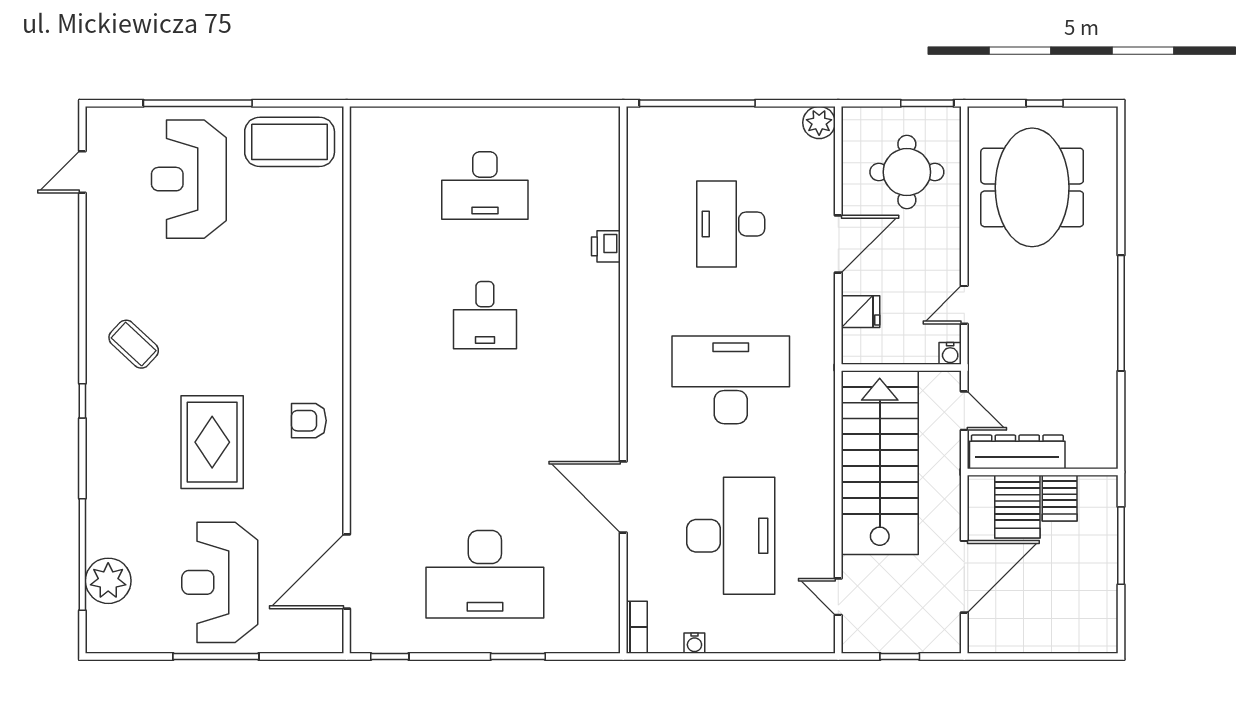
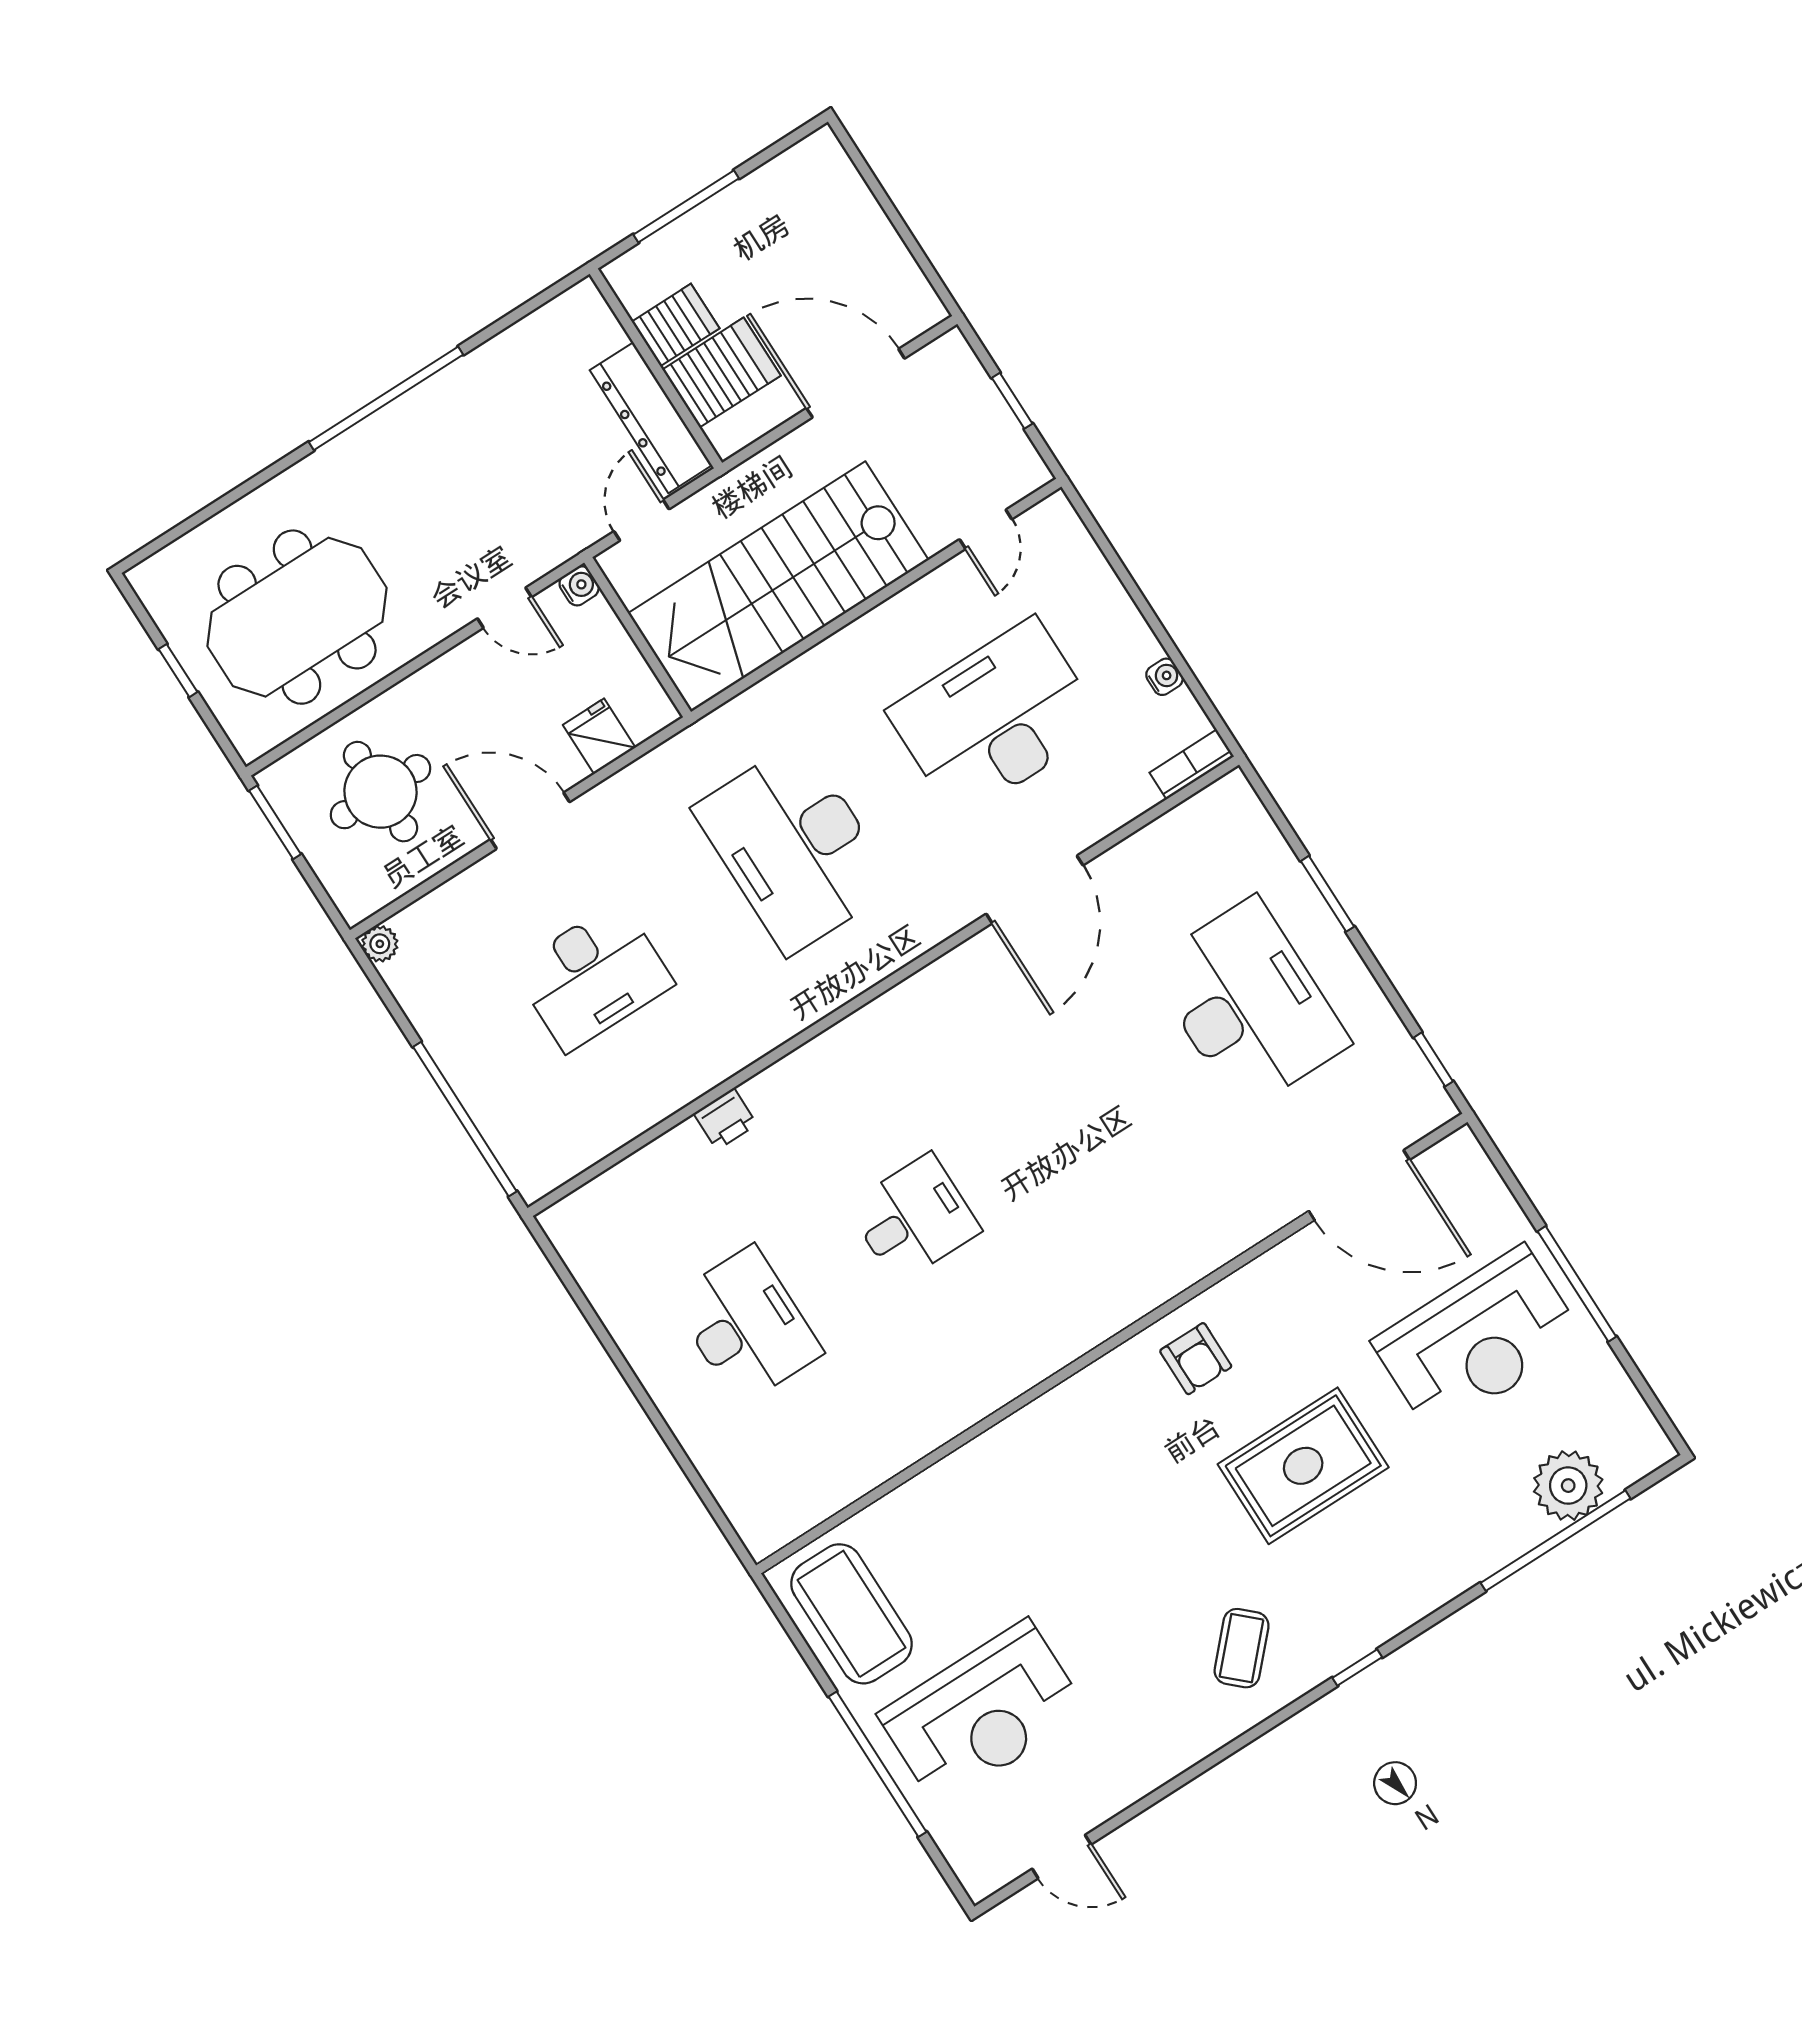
plant: (819, 123) -> (380, 944), width x0.73, depth x0.73

